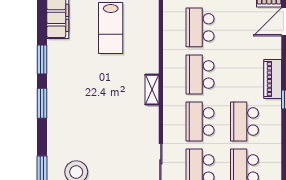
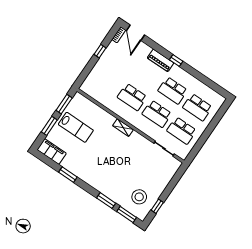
school desk: (200, 27) -> (107, 80), removed
window: (42, 103) -> (106, 201), moved

